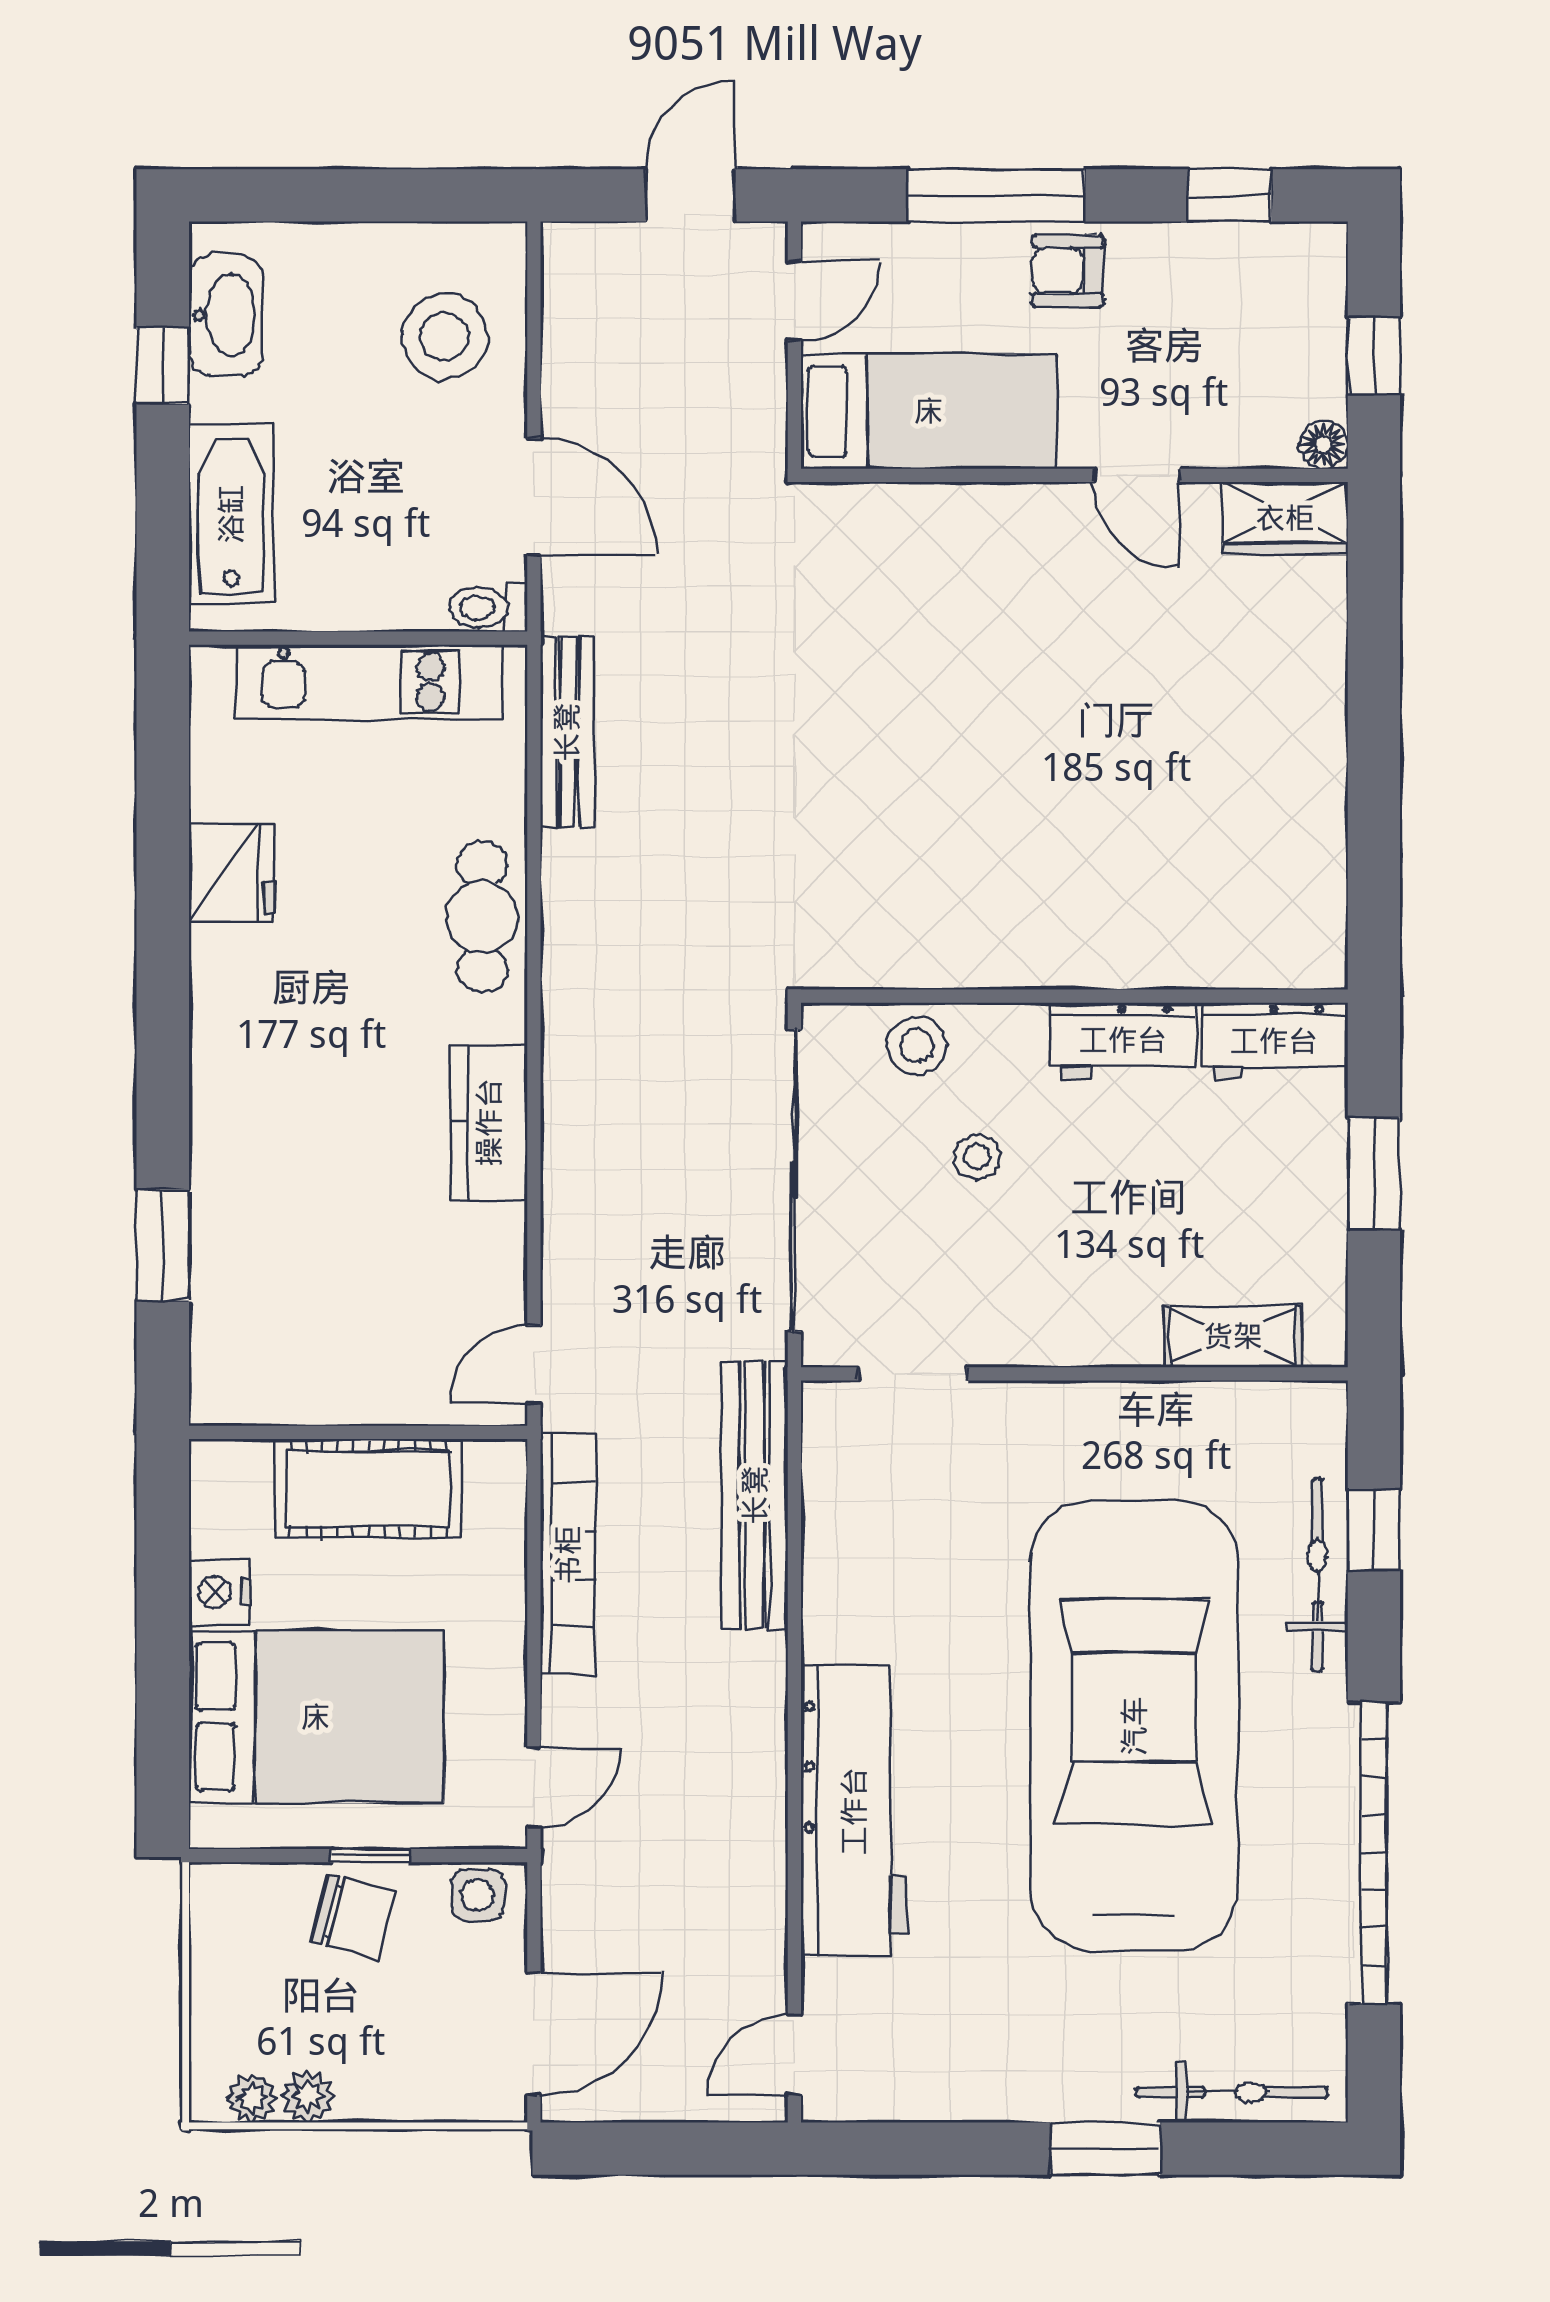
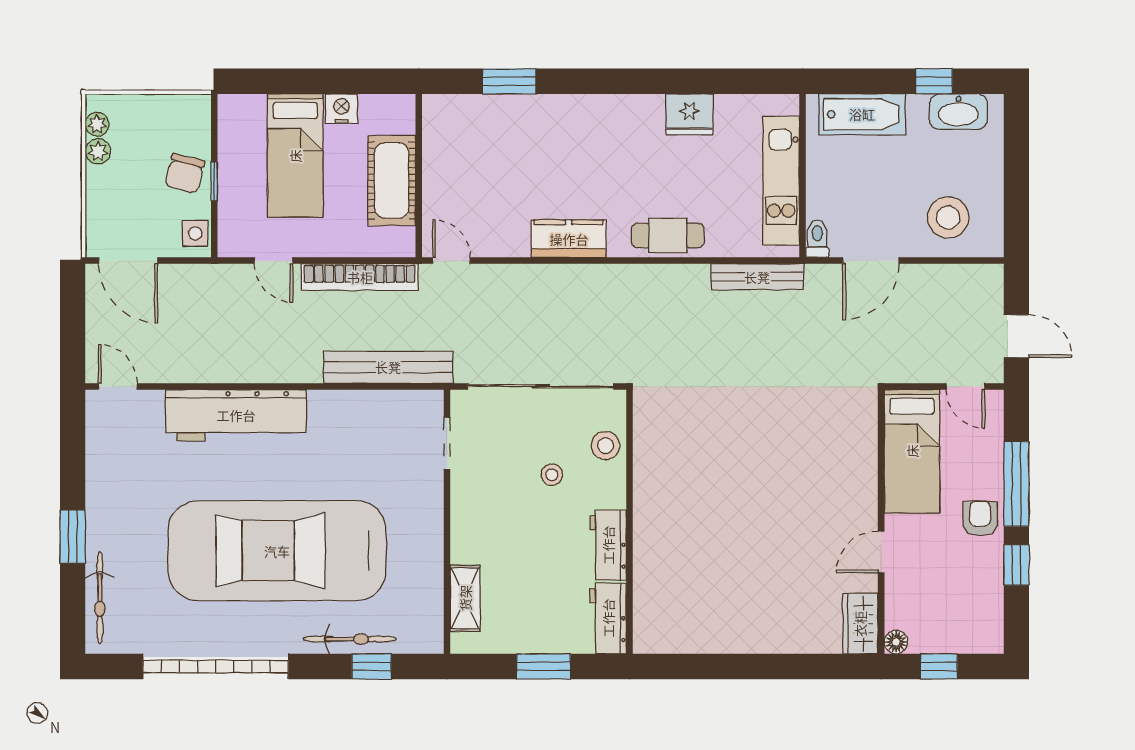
window: (1230, 195) -> (1016, 565), moved
bed: (316, 1717) -> (295, 156), width x0.67
car: (1134, 1726) -> (277, 551), turned 180
door: (534, 1788) -> (274, 261), moved

